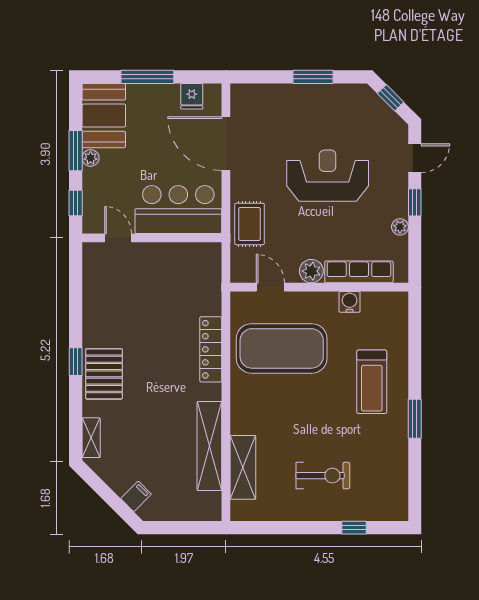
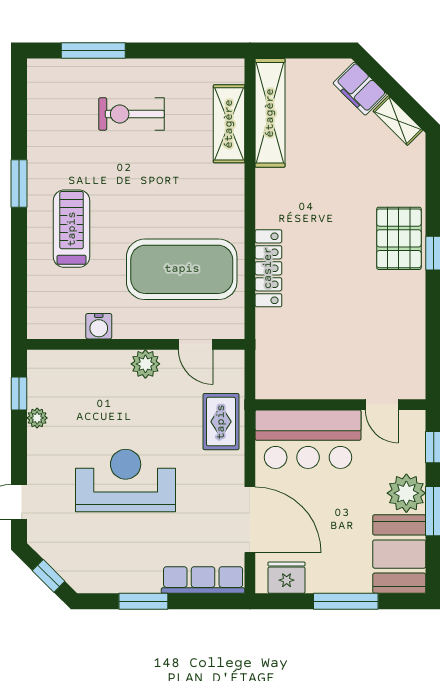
fridge: (192, 96) -> (287, 578), width x1.38
plant: (91, 158) -> (406, 493), width x1.87, depth x1.87
reception desk: (328, 176) -> (126, 481), turned 180
window: (415, 202) -> (19, 393), moved
row of seats: (359, 272) -> (203, 580), moved, turned 180
shelving: (91, 438) -> (398, 121), moved, turned -45
shelving: (209, 446) -> (270, 113), moved
filing cabinet: (136, 496) -> (360, 89), width x2.00
window: (354, 528) -> (93, 50), width x2.17

